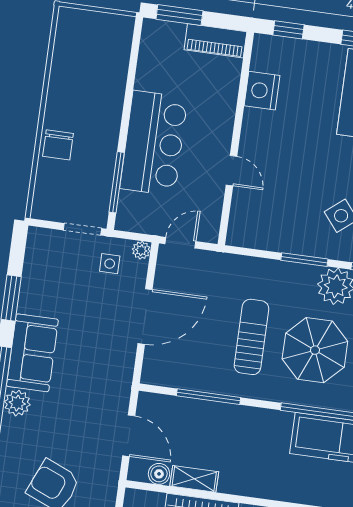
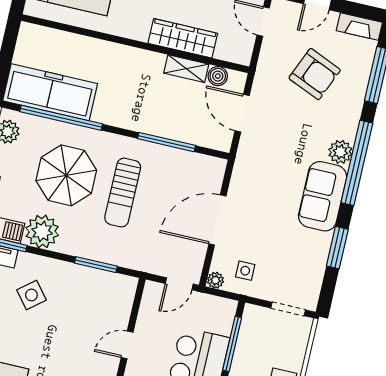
door: (231, 171) -> (127, 345), hinge flipped
doorway: (82, 229) -> (288, 309), moved
window: (304, 260) -> (96, 265), moved

